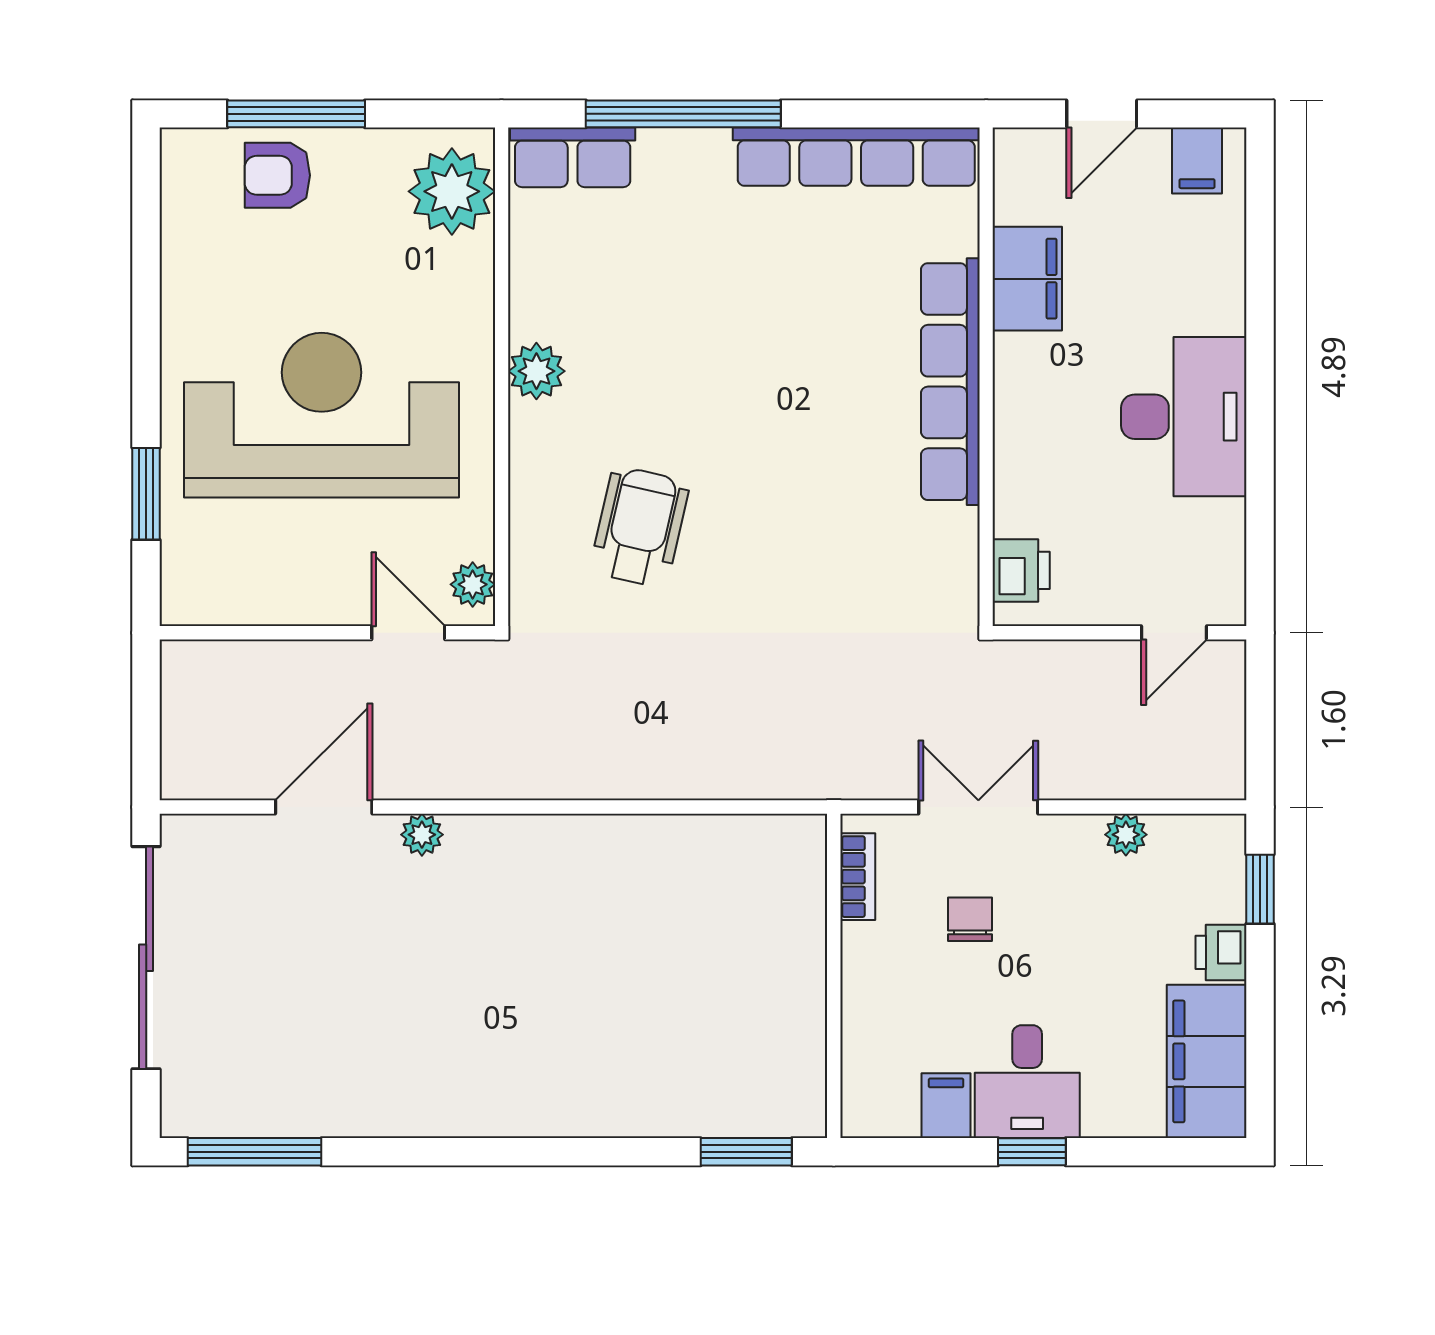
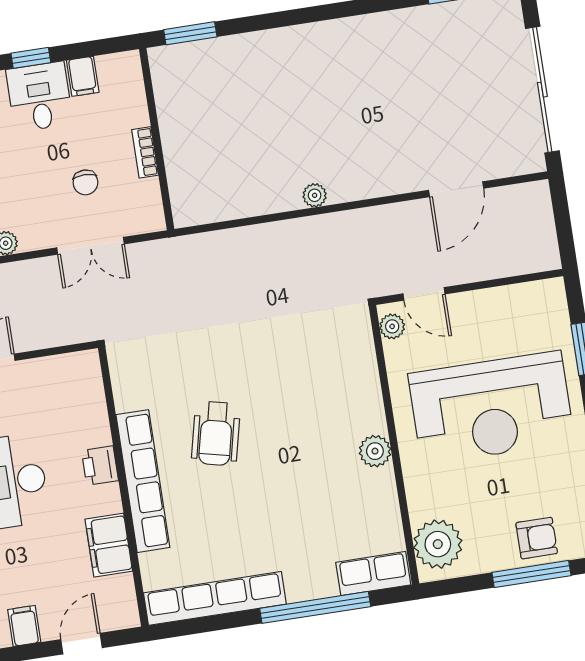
wheelchair: (640, 527) -> (216, 433), moved
printer: (1021, 570) -> (100, 466), moved
plant: (422, 835) -> (315, 195), moved
bookcase: (858, 877) -> (145, 152), moved

